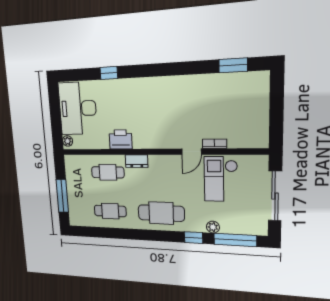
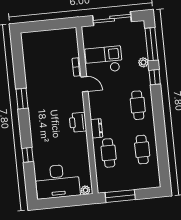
window: (233, 65) -> (22, 99), moved
printer: (121, 139) -> (78, 122), moved
checkout: (221, 179) -> (104, 60), turned 180
window: (62, 196) -> (120, 196), moved
cafe table: (161, 213) -> (138, 105), width x0.73, depth x0.74

